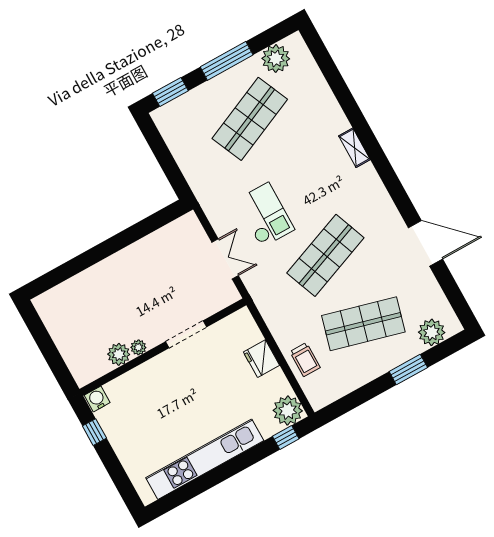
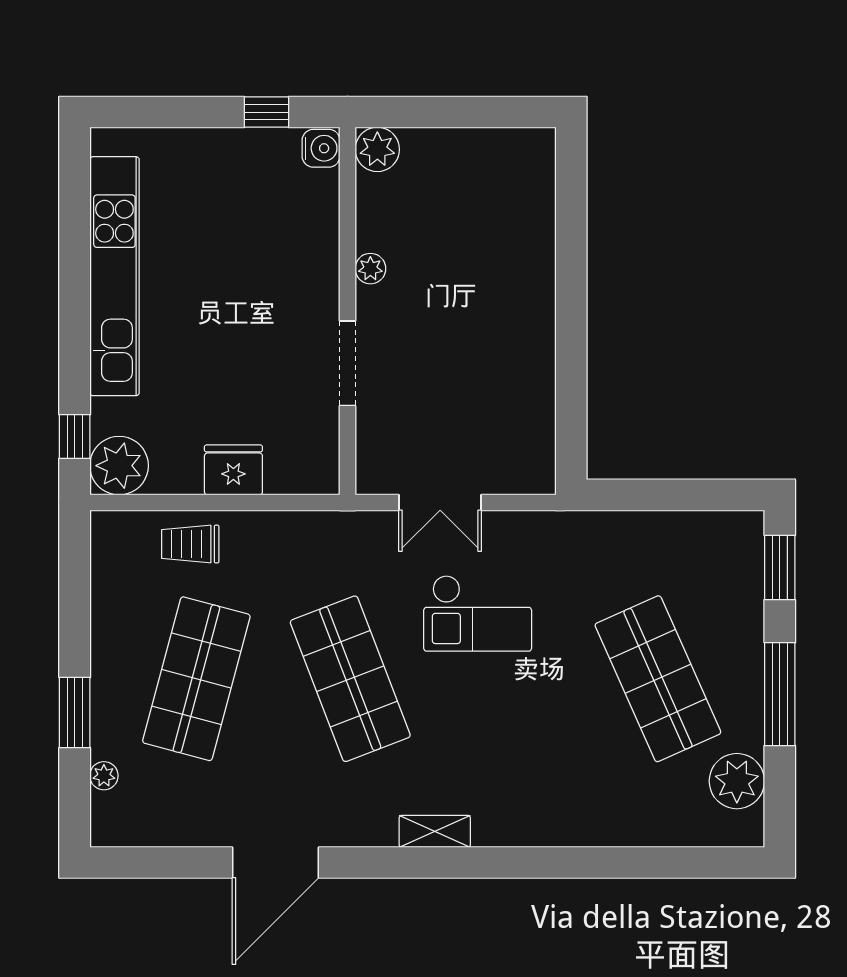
shelving: (354, 148) -> (435, 831), moved
plant: (432, 332) -> (104, 776), width x0.53, depth x0.53
plant: (119, 354) -> (377, 149), moved

